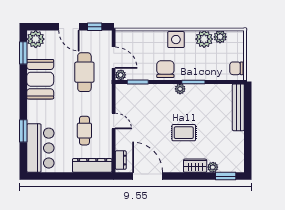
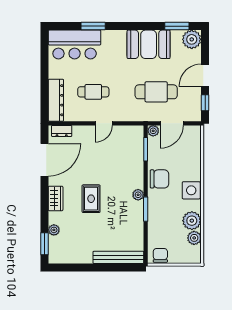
wardrobe: (195, 166) -> (56, 198), moved

